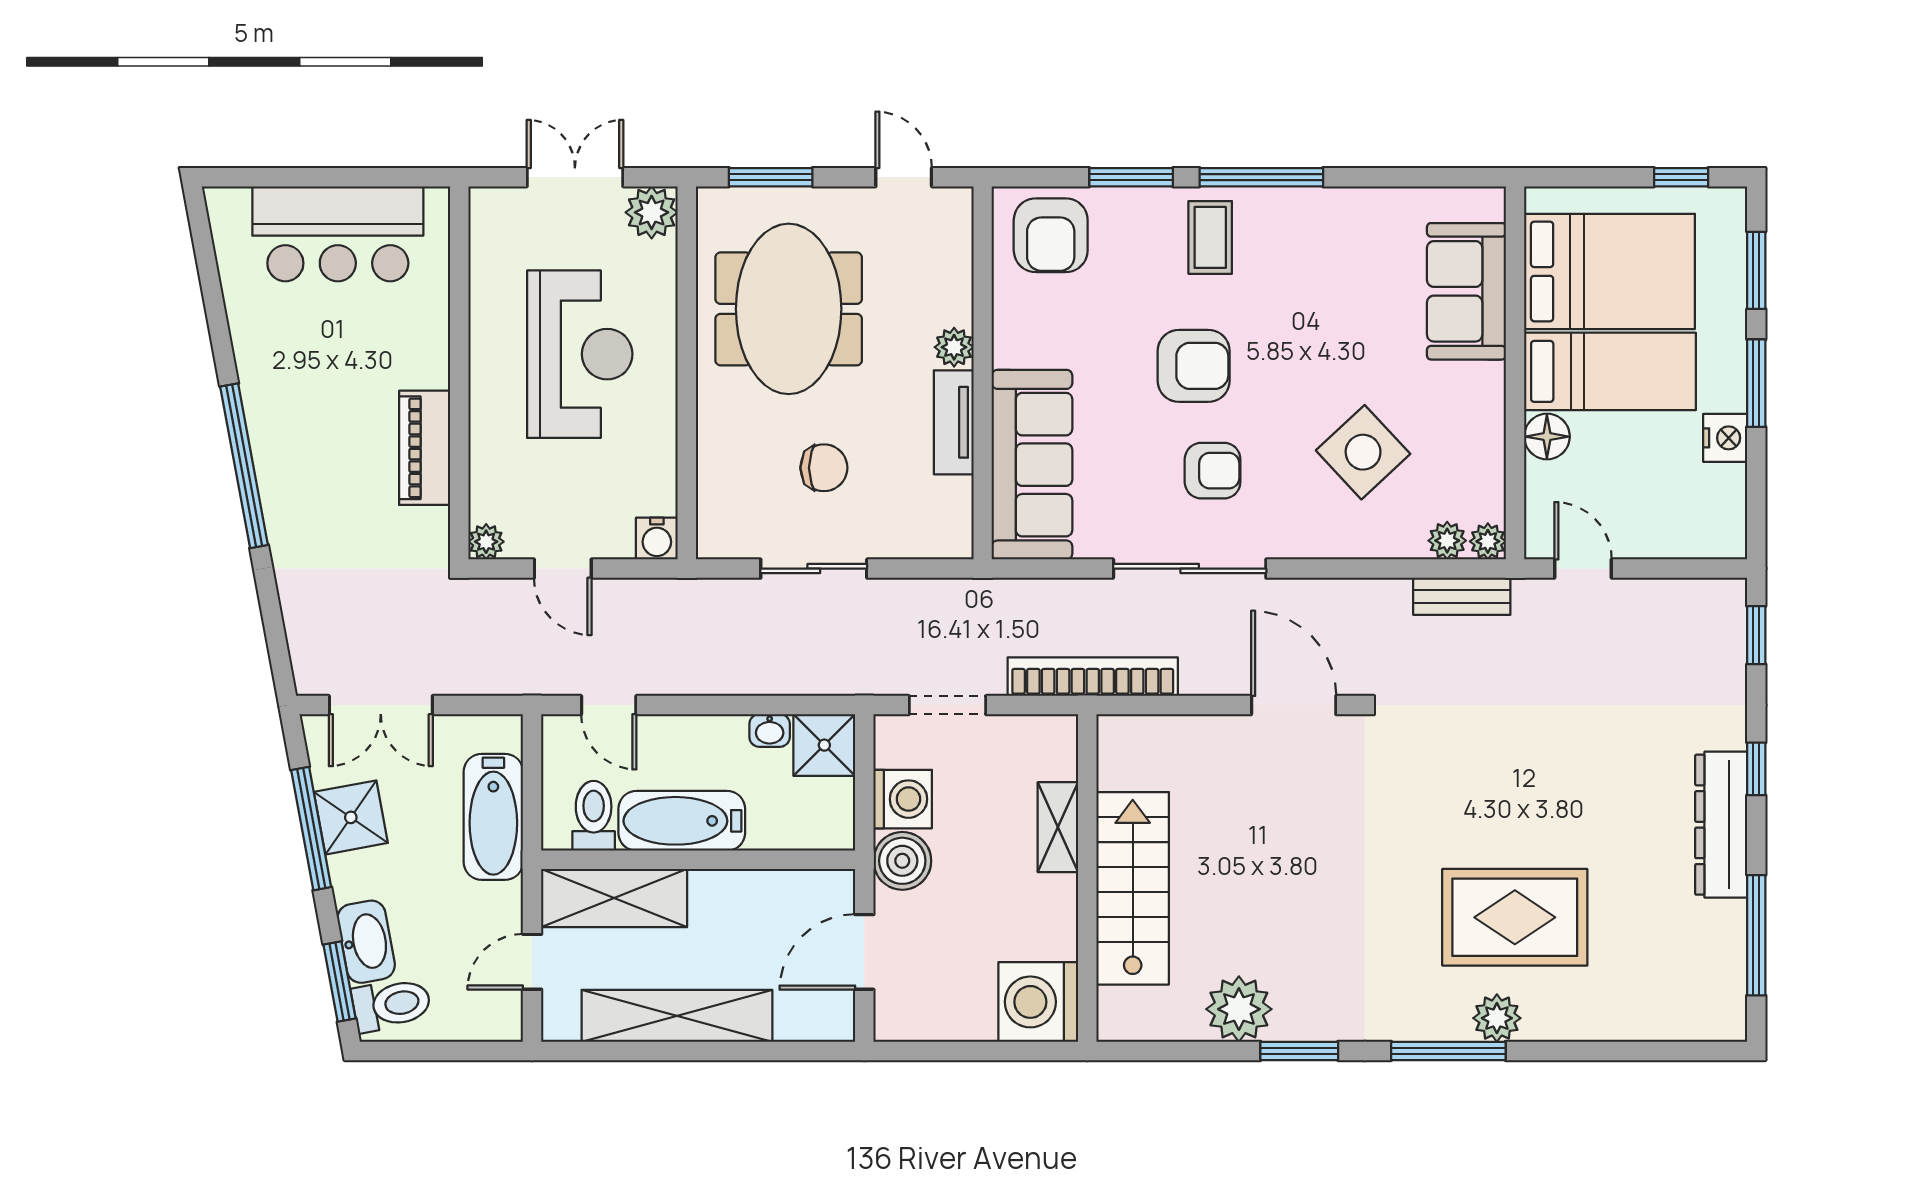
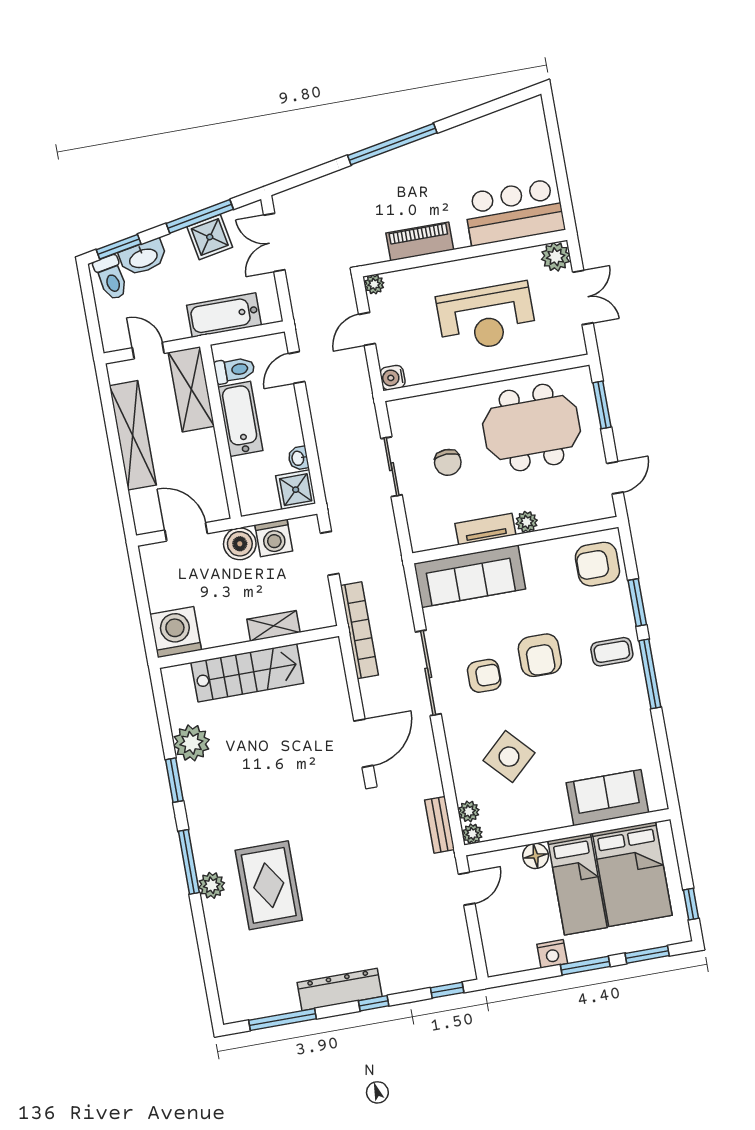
plant: (652, 212) -> (556, 257), moved
bar counter: (338, 234) -> (514, 212), moved, turned 90
armchair: (1213, 471) -> (484, 676), turned -90

